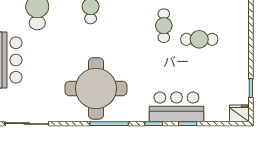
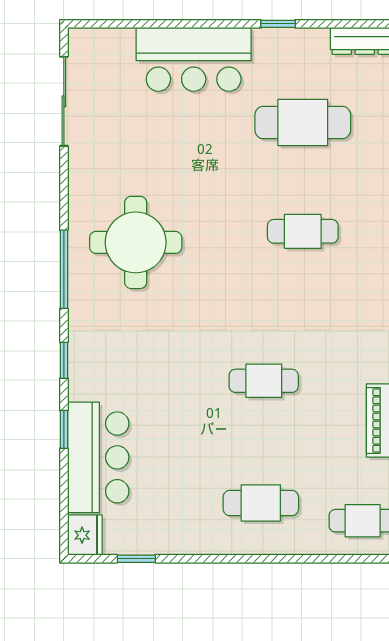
cafe table: (199, 39) -> (261, 503), moved, turned 90
round table: (96, 88) -> (136, 242), width x0.73, depth x0.73
bar counter: (176, 107) -> (98, 457), moved

